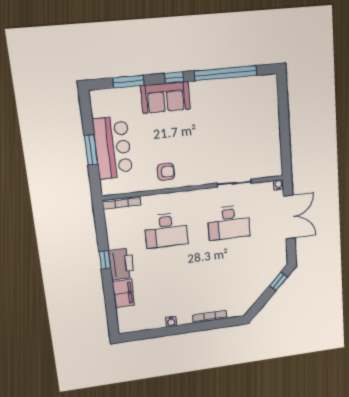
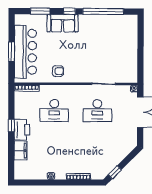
bar counter: (113, 148) -> (25, 52), width x1.36
window: (278, 281) -> (115, 172), moved

